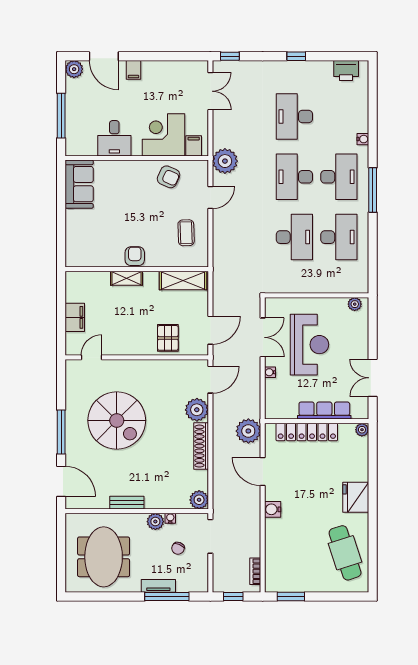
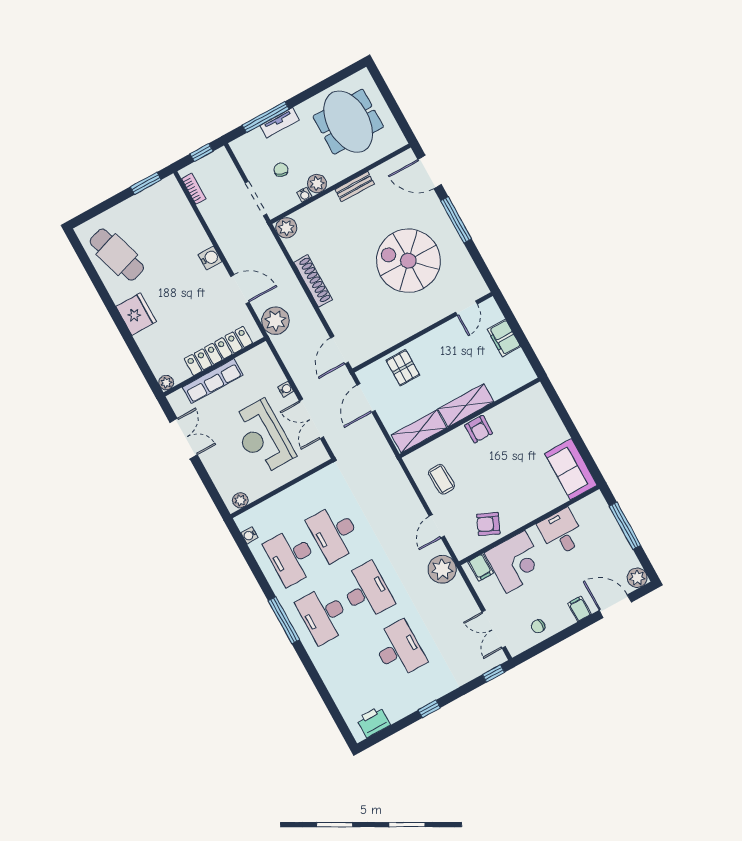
chair: (174, 74) -> (538, 626), added
water cooler: (363, 139) -> (249, 535), moved
shelving: (126, 278) -> (466, 405), width x1.50, depth x1.33
plant: (197, 410) -> (337, 314), removed

